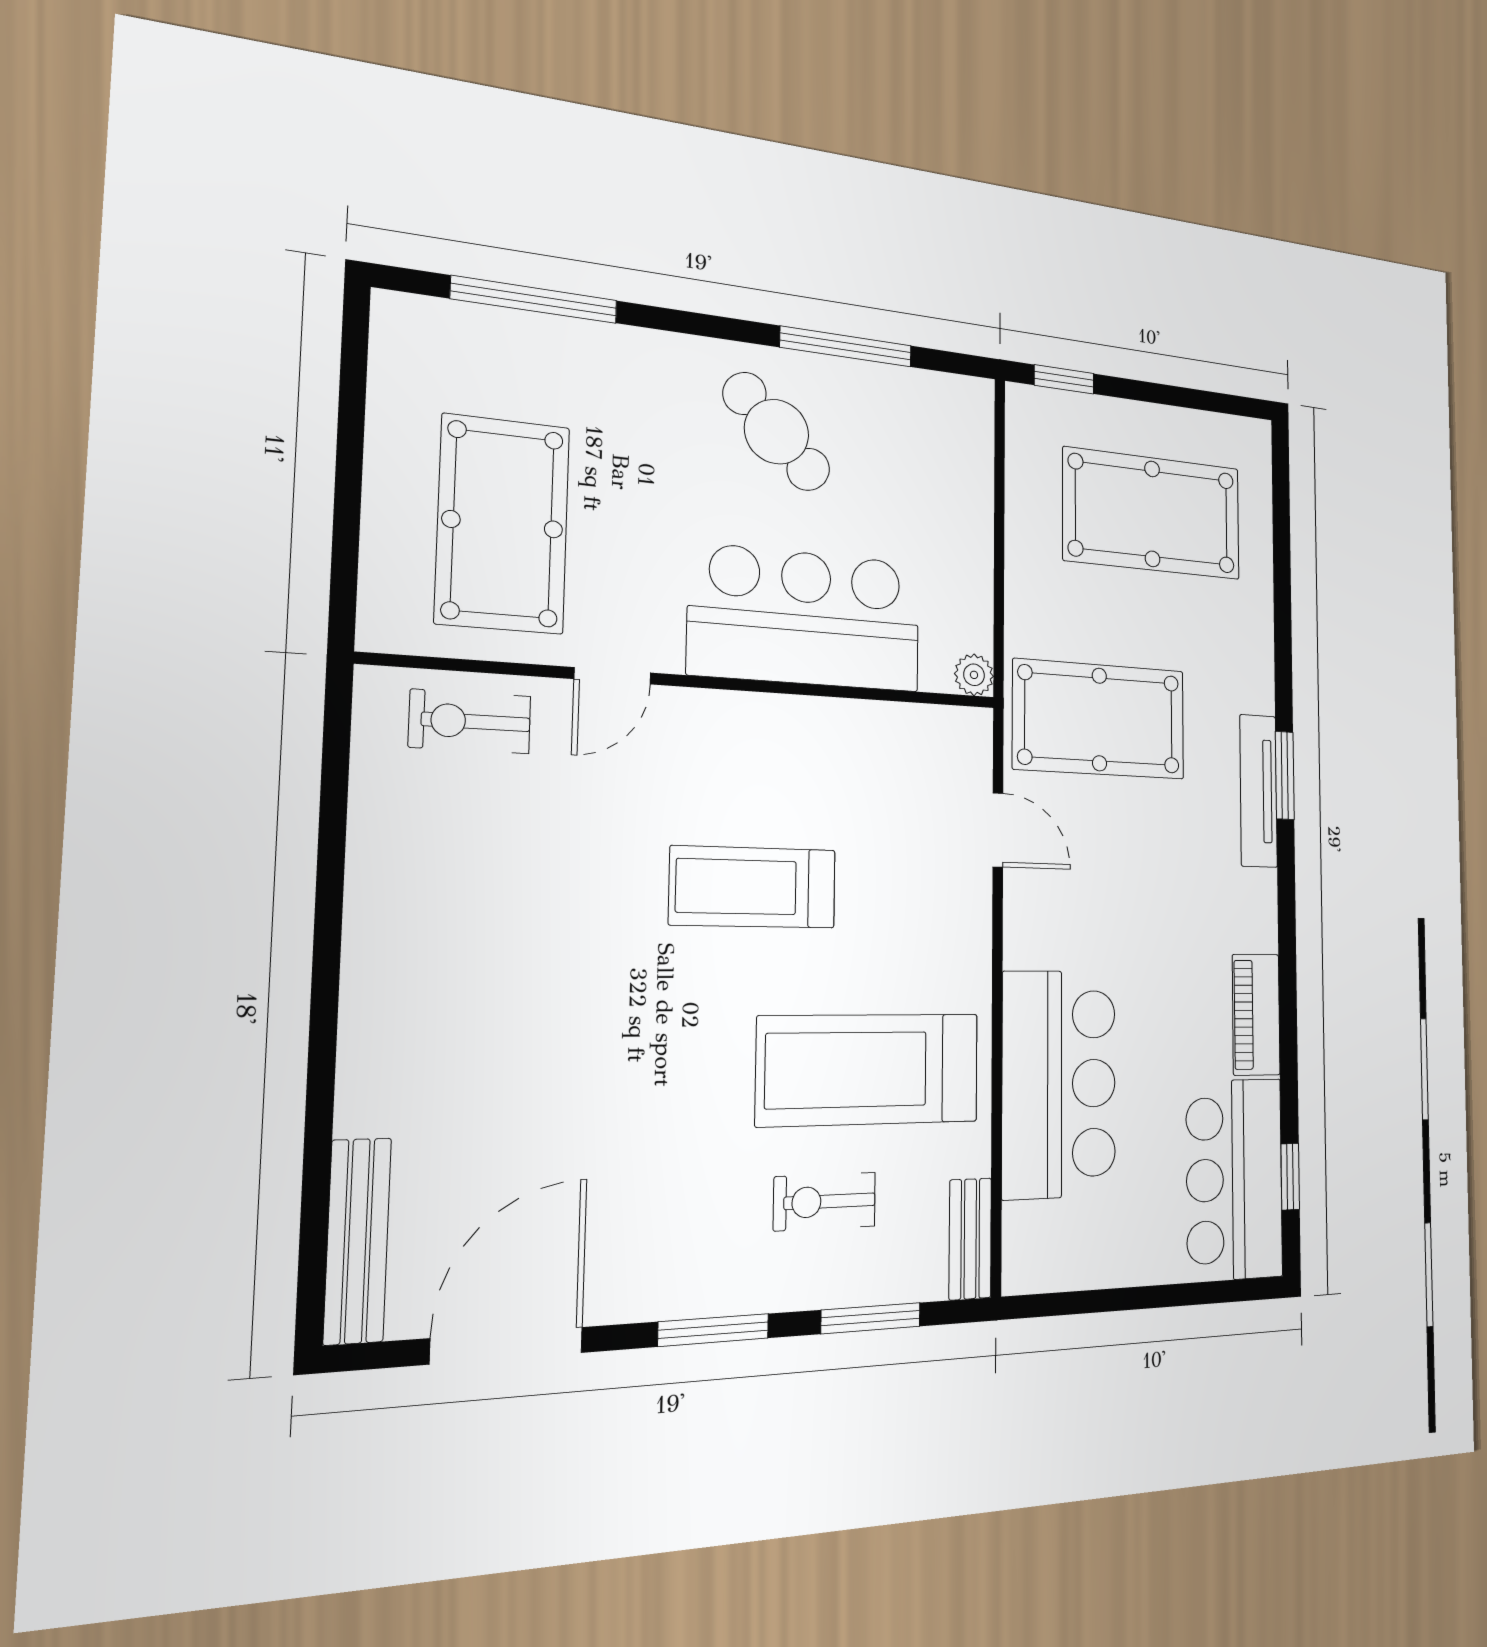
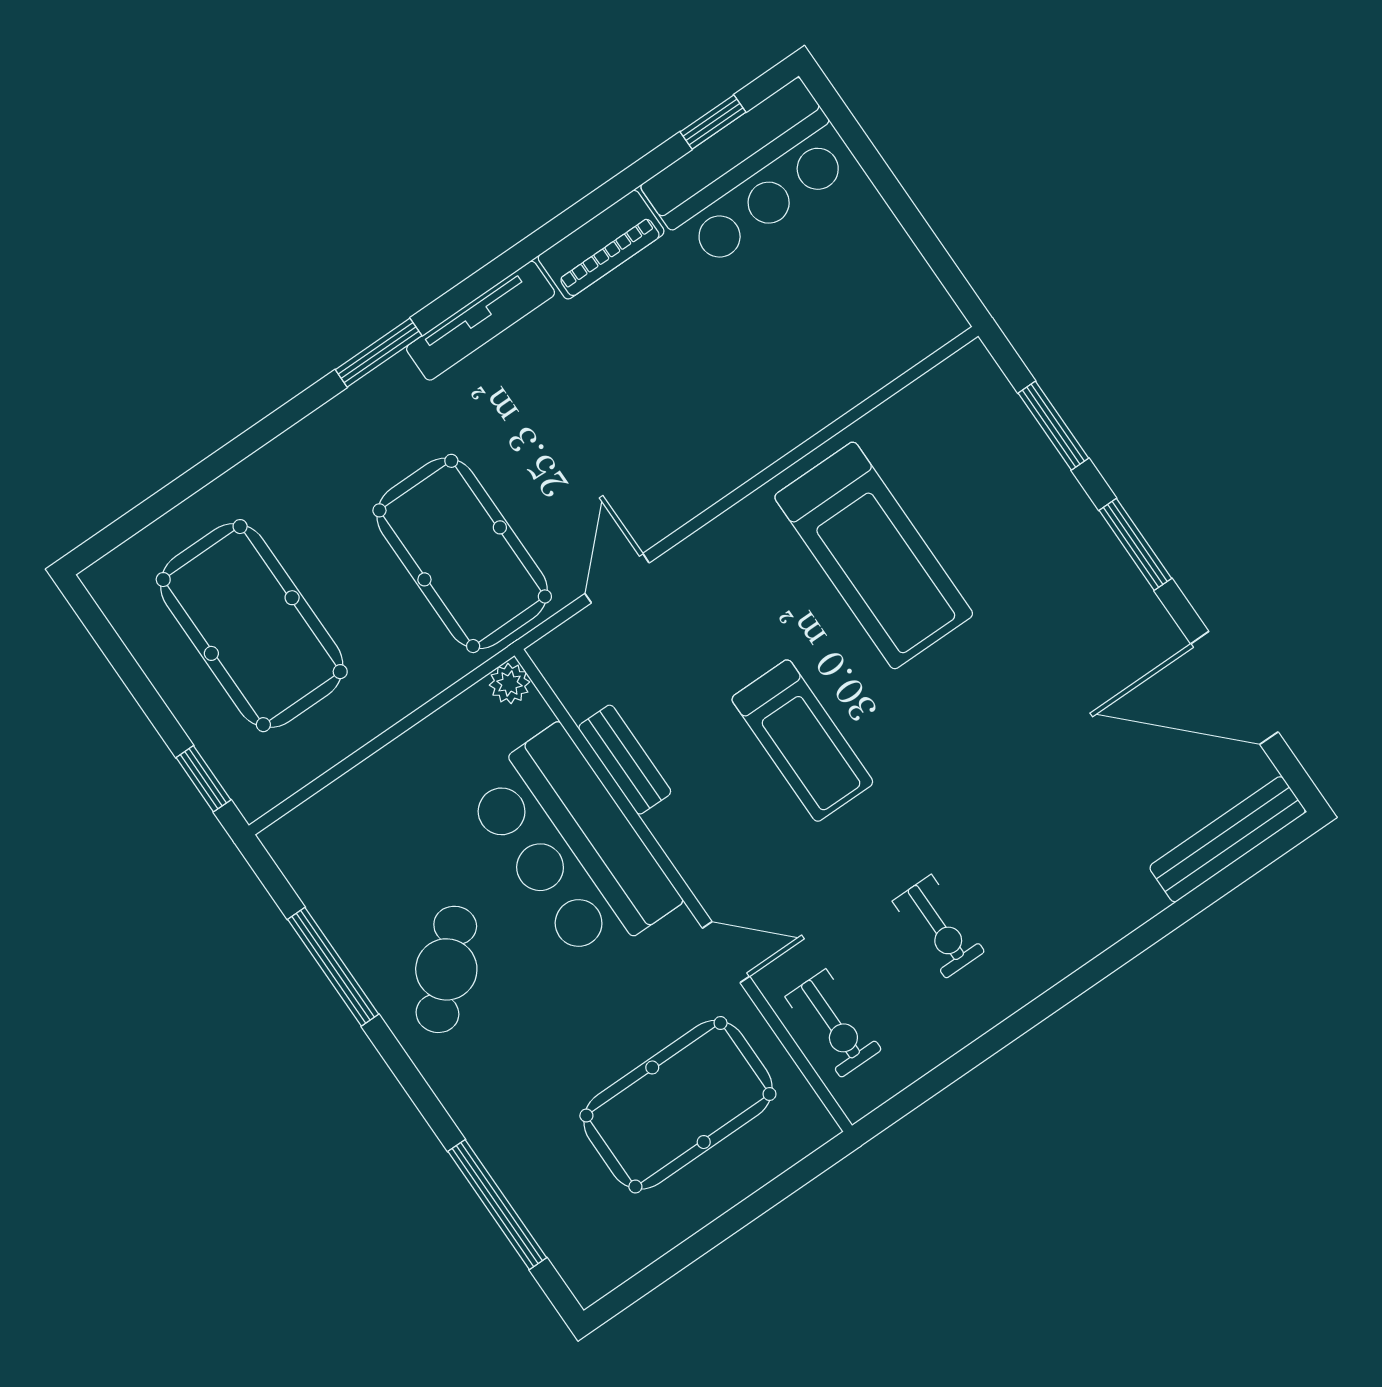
tv unit: (1258, 791) -> (481, 321), moved
bar counter: (1059, 1084) -> (779, 388), removed
exercise bike: (825, 1202) -> (939, 926), moved
bench: (970, 1239) -> (625, 760), moved, turned 90

